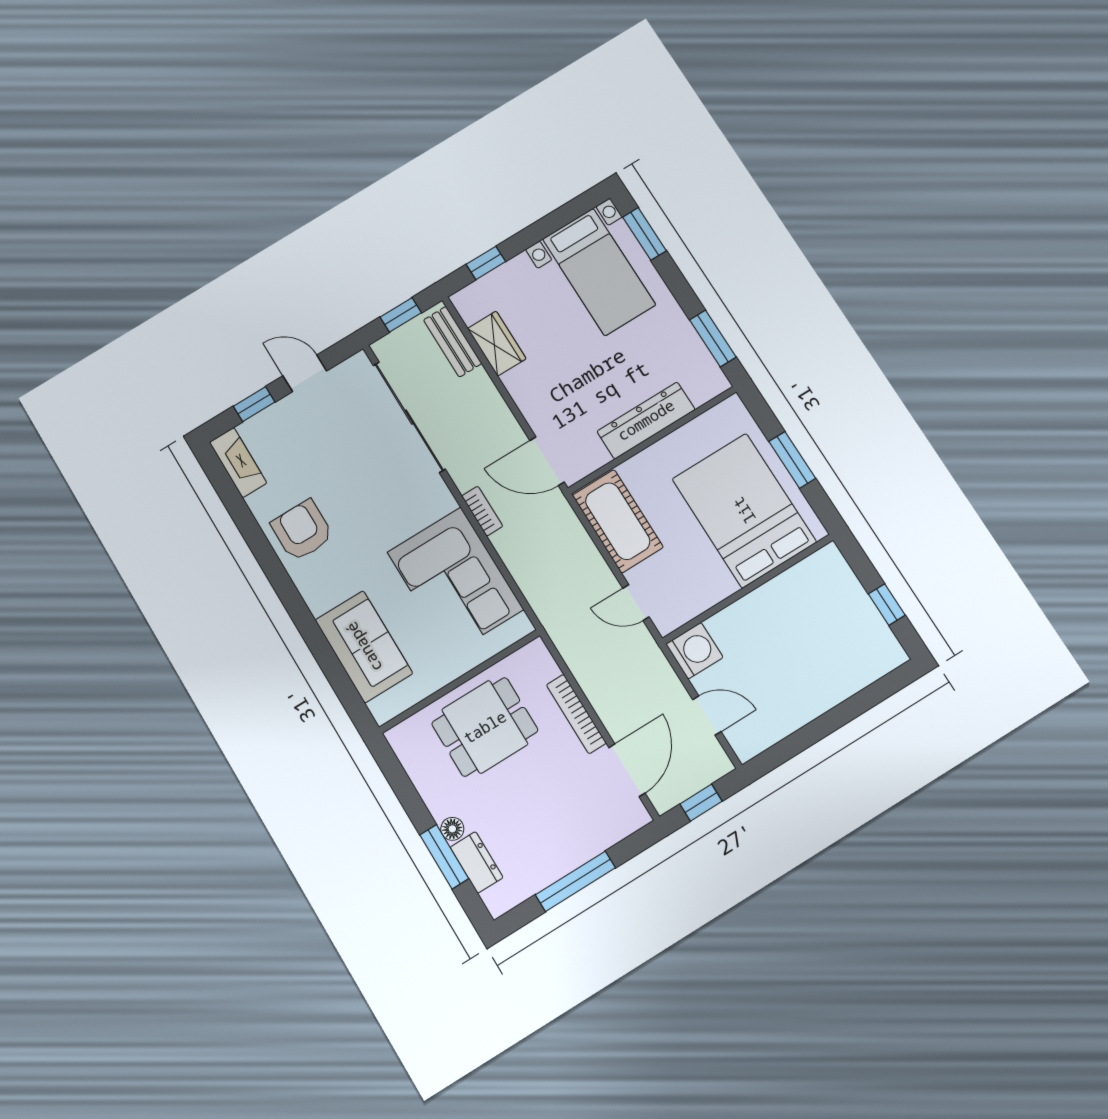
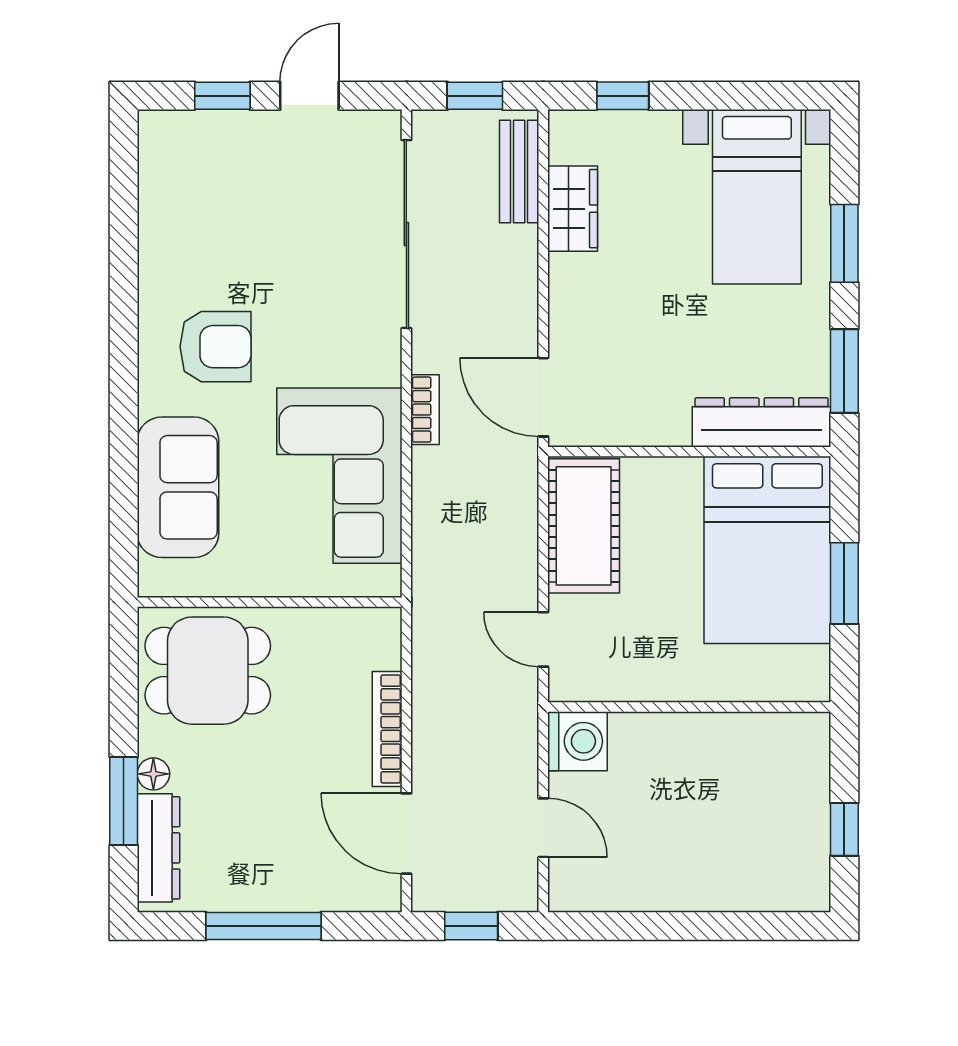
window: (645, 234) -> (844, 243), moved
door: (305, 373) -> (309, 96), hinge flipped
dresser: (646, 420) -> (762, 422), moved
fireplace: (238, 463) -> (158, 159), removed
bed: (744, 510) -> (767, 550), moved, turned 180
armchair: (302, 530) -> (216, 347), moved, turned 90
dining table: (485, 727) -> (208, 671), moved
door: (627, 770) -> (406, 834), swing flipped
dresser: (477, 862) -> (158, 848), width x1.44

